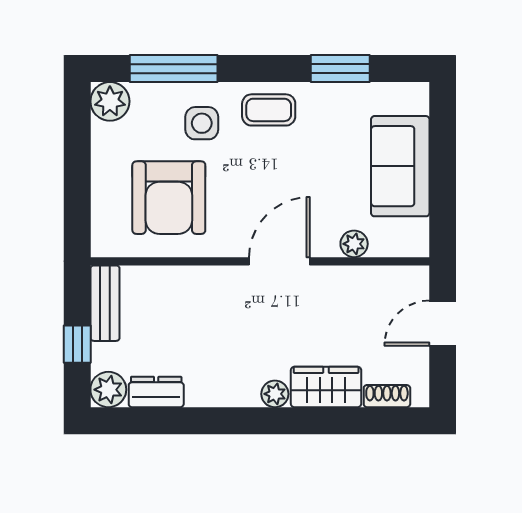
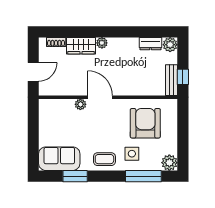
sofa: (400, 166) -> (59, 159), moved, turned -90
plant: (354, 244) -> (80, 104), moved
door: (279, 261) -> (100, 97), swing flipped
window: (77, 344) -> (183, 77), moved

